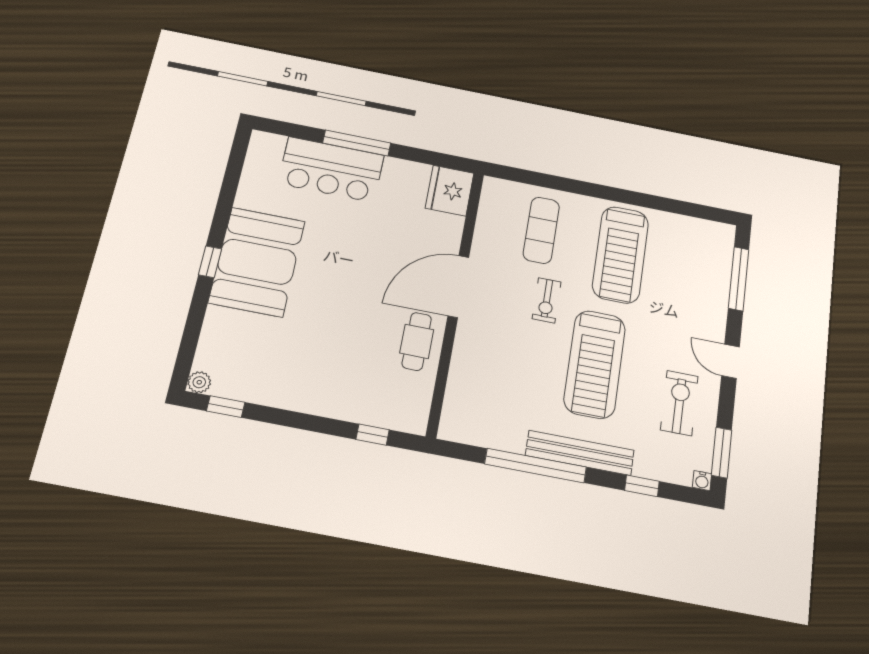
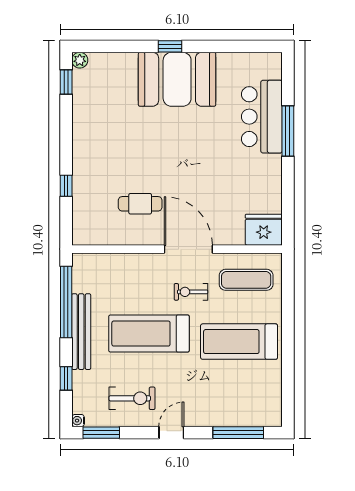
fridge: (450, 191) -> (264, 230), moved
door: (458, 286) -> (188, 249), moved
wall: (456, 301) -> (177, 249), moved

